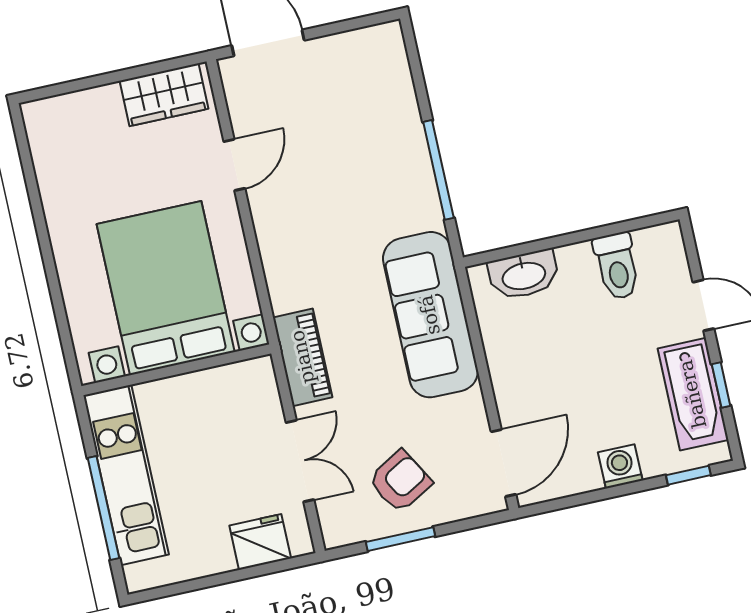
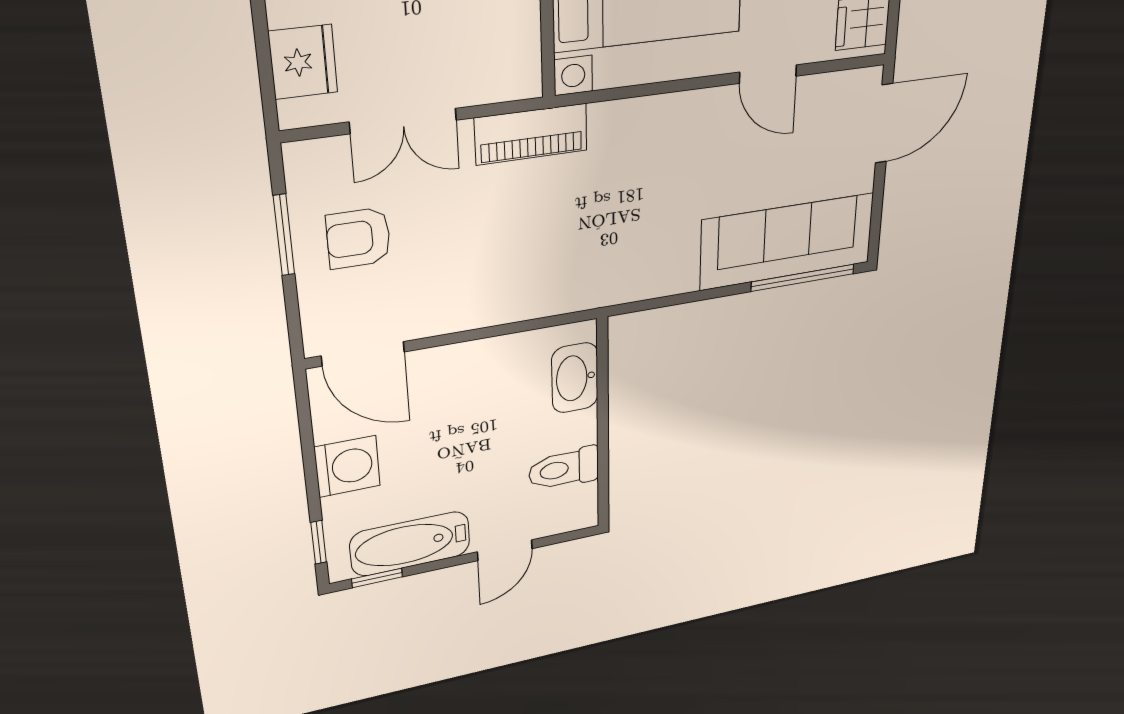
window: (438, 170) -> (803, 278), moved
sofa: (430, 315) -> (787, 241), moved
window: (721, 385) -> (377, 578), moved
washing machine: (620, 466) -> (347, 467), width x1.38, depth x1.38
armchair: (400, 481) -> (359, 238), turned 120

